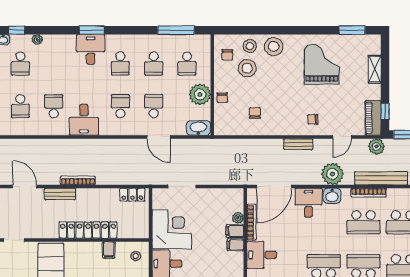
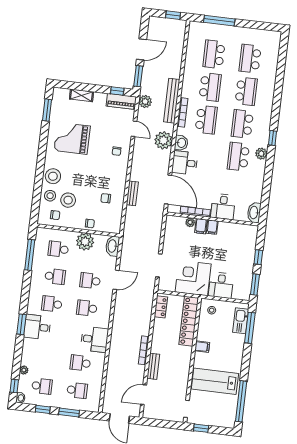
school desk: (120, 63) -> (52, 304), turned 180
school desk: (187, 63) -> (58, 249), turned 180
bench: (298, 144) -> (132, 193), moved
locker: (88, 230) -> (189, 321), moved
filing cabinet: (109, 250) -> (202, 347), moved

